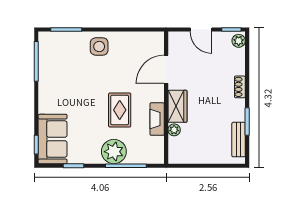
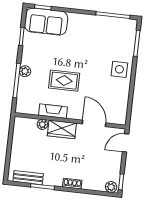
door: (201, 30) -> (126, 143), moved
plant: (114, 152) -> (25, 71), width x0.53, depth x0.53

